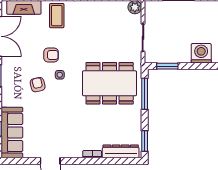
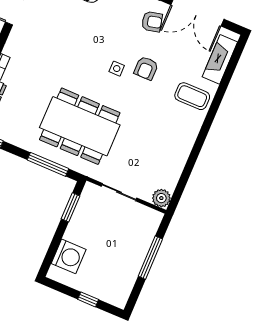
dining table: (110, 83) -> (80, 126), turned 90
armchair: (38, 85) -> (152, 22), moved

